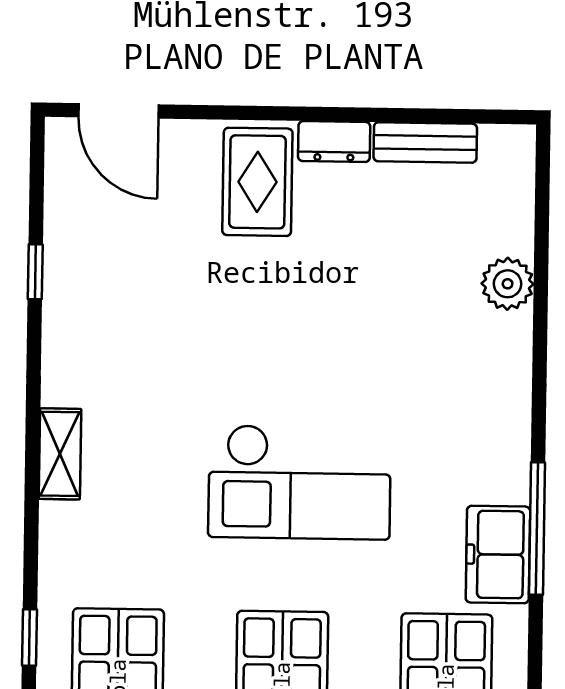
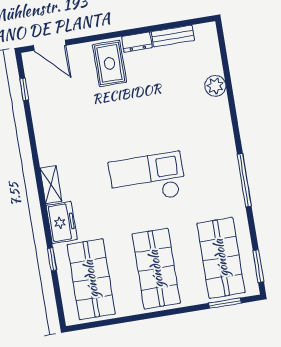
window: (35, 272) -> (24, 89), moved
checkout: (300, 482) -> (147, 179), turned 180
freezer: (498, 555) -> (62, 223), moved, turned 180

